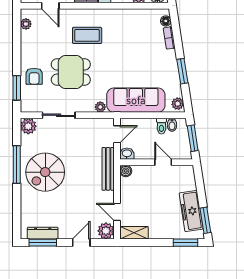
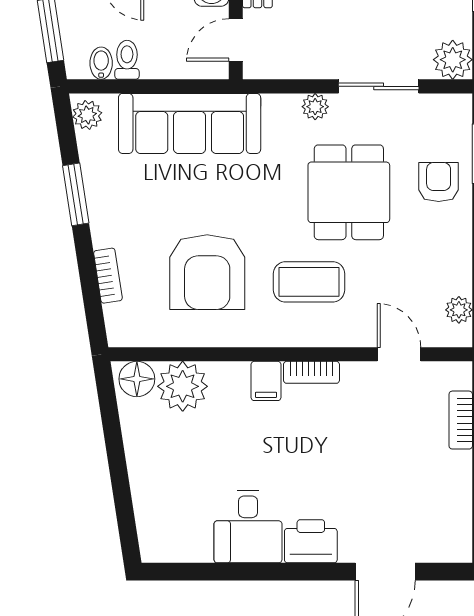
floor lamp: (166, 21) -> (116, 317), removed
armchair: (129, 39) -> (207, 272), added
dining table: (71, 72) -> (349, 192), turned 90
plant: (100, 107) -> (315, 107), moved

